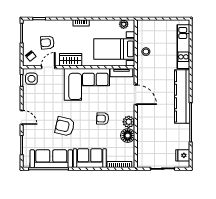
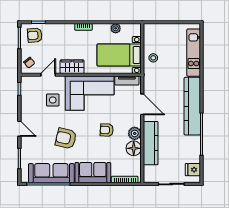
plant: (124, 24) -> (116, 28), moved
armchair: (47, 43) -> (35, 35), moved
side table: (31, 79) -> (53, 100), moved
kitchen counter: (144, 131) -> (151, 143), added

